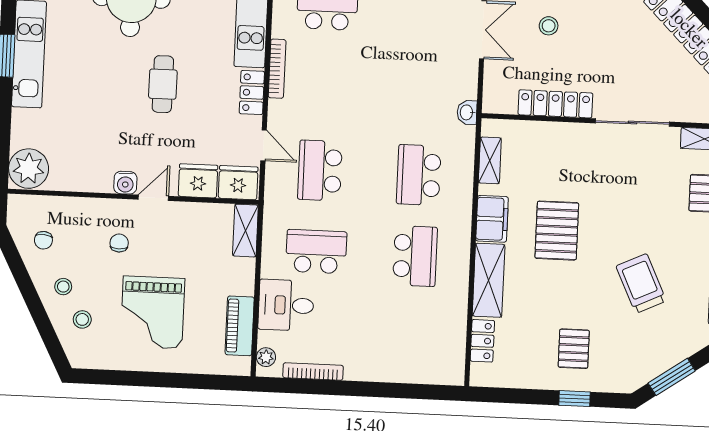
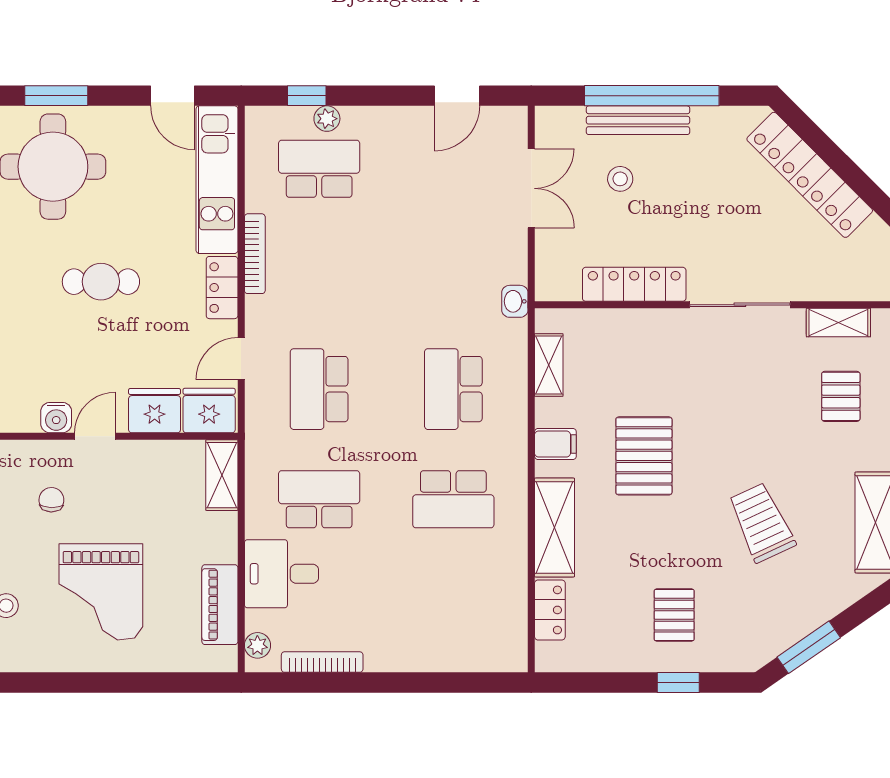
cafe table: (163, 84) -> (101, 282), turned 90
door: (264, 145) -> (241, 359), swing flipped
filing cabinet: (492, 219) -> (555, 444), width x0.50
school desk: (415, 256) -> (453, 499), turned 90

